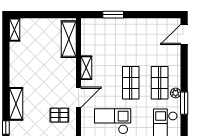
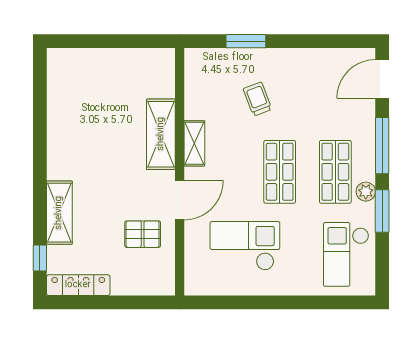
shelving: (15, 30) -> (57, 70), removed
shelving: (69, 39) -> (161, 134), moved
trolley: (119, 45) -> (257, 99), added
window: (184, 69) -> (382, 146), added

